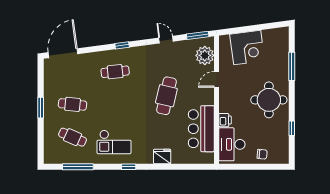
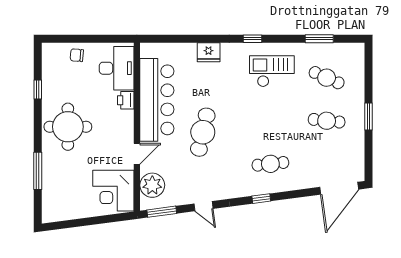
corner desk: (247, 47) -> (113, 191), moved, turned -82
bar counter: (201, 129) -> (157, 100), width x1.36
window: (78, 167) -> (319, 39), width x0.69

